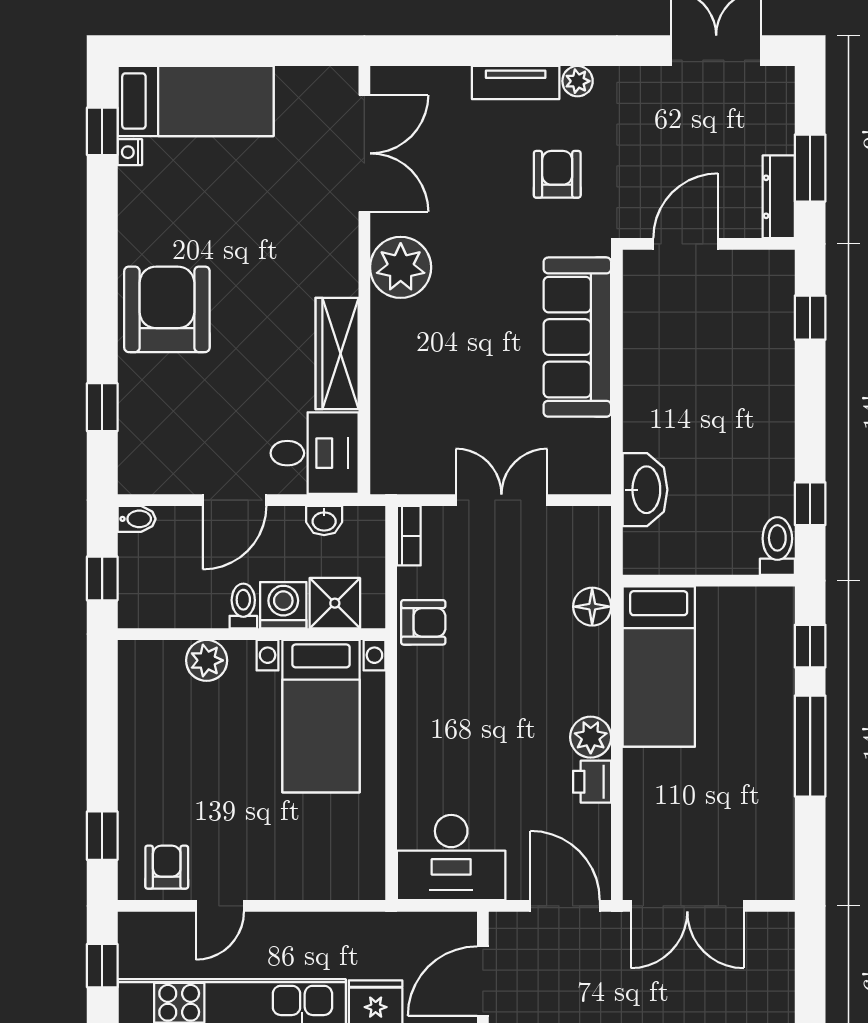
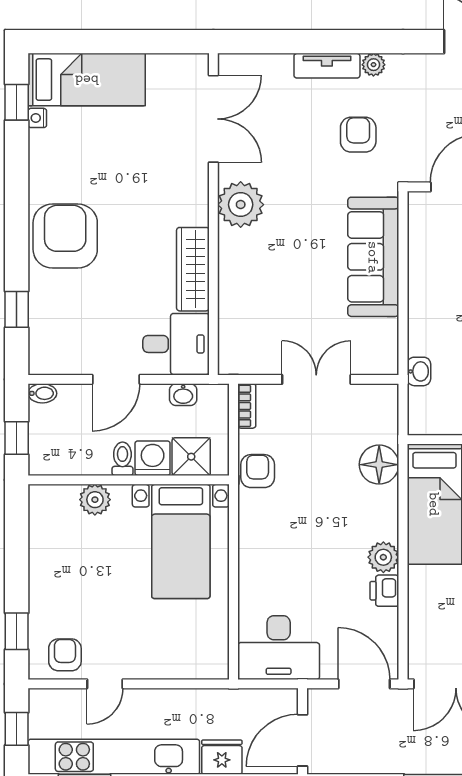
washbasin: (645, 490) -> (419, 371), width x0.52, depth x0.69
floor lamp: (592, 607) -> (379, 465), width x1.38, depth x1.38
armchair: (423, 622) -> (258, 471), turned -90

